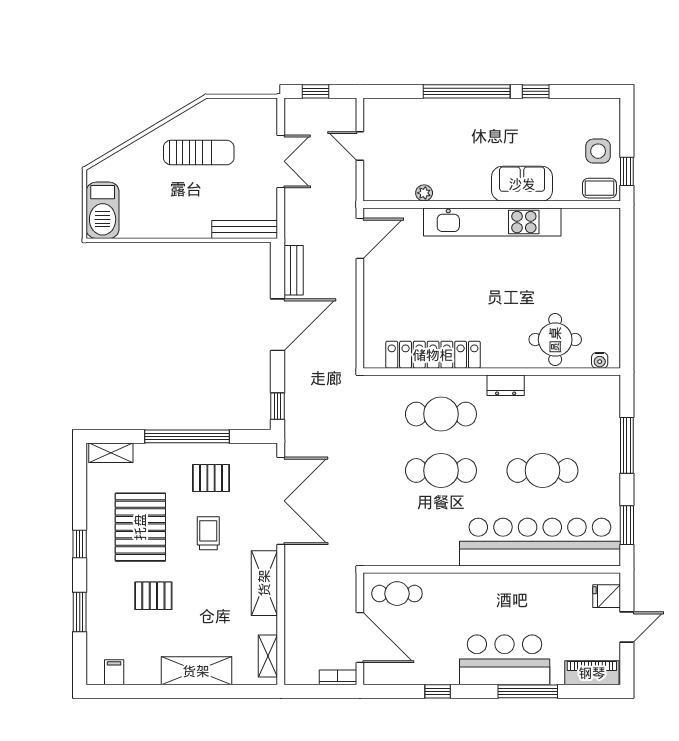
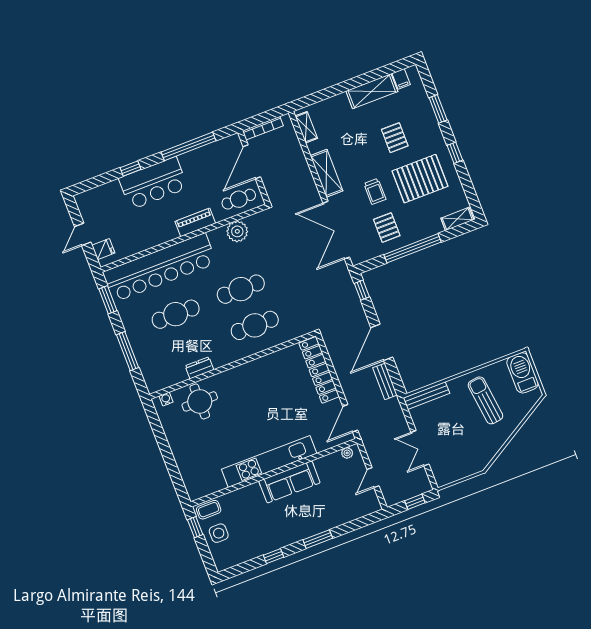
window: (467, 91) -> (318, 539), width x0.47
door: (360, 146) -> (373, 478), swing flipped
sun lounger: (199, 153) -> (485, 400), moved, turned 83
sofa: (522, 184) -> (289, 482), moved, width x1.36
plant: (424, 193) -> (347, 453), moved
locker: (433, 355) -> (319, 370), moved, turned 90
dresser: (506, 385) -> (199, 368), moved
pallet: (211, 478) -> (387, 228), turned 90
pallet: (140, 527) -> (420, 179), turned 90
plant: (416, 551) -> (237, 231), added
pallet: (153, 596) -> (395, 138), turned 90
door: (360, 638) -> (252, 162), hinge flipped
shelving: (196, 671) -> (372, 91), moved
piano: (592, 673) -> (195, 222), moved, turned 180
bookcase: (338, 677) -> (263, 128), width x1.56
window: (438, 691) -> (188, 146), width x3.17
window: (528, 691) -> (131, 169), width x0.46

